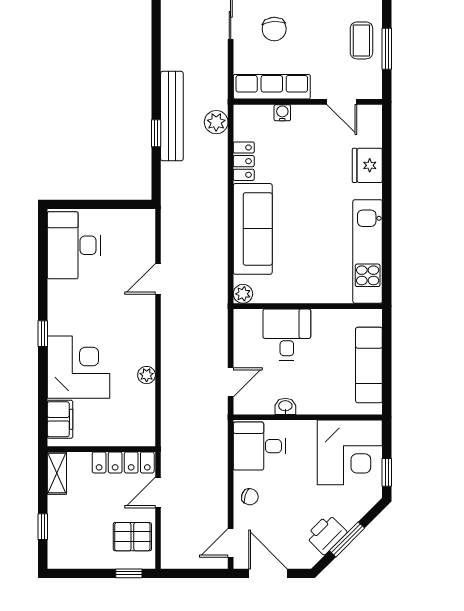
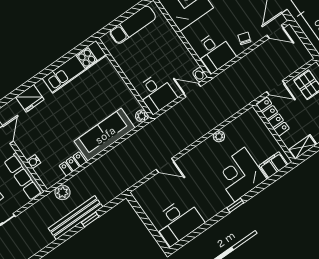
desk: (287, 334) -> (156, 93), moved, turned -90
washbasin: (285, 406) -> (200, 75), moved

